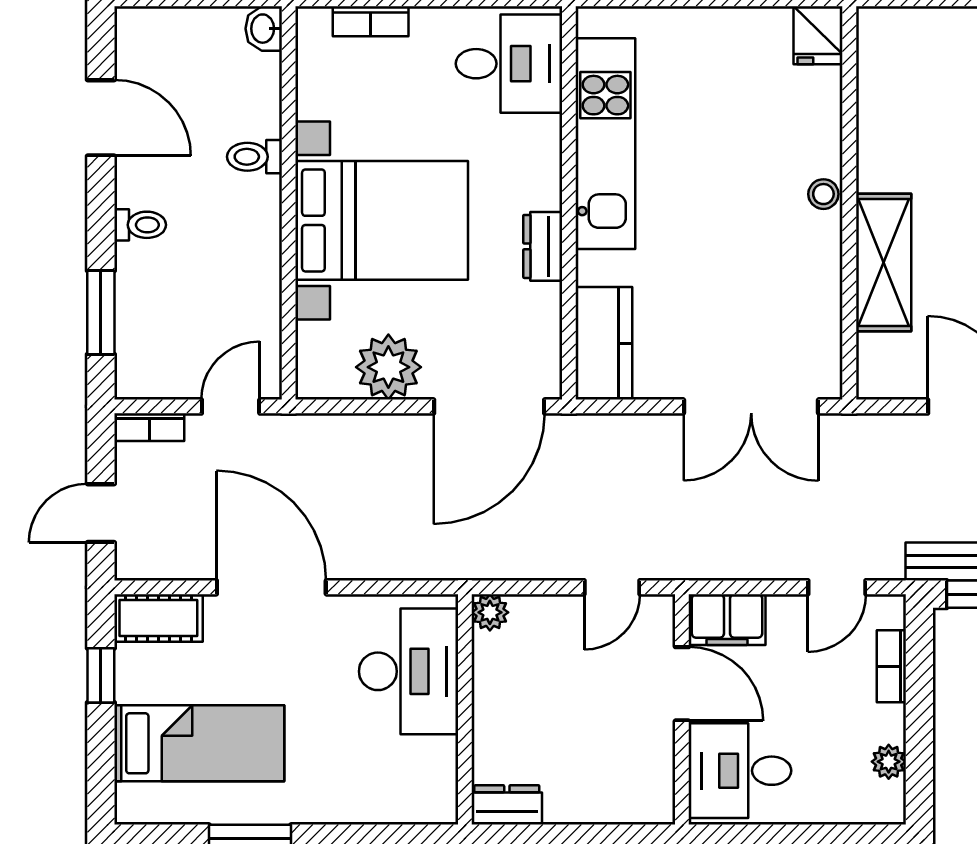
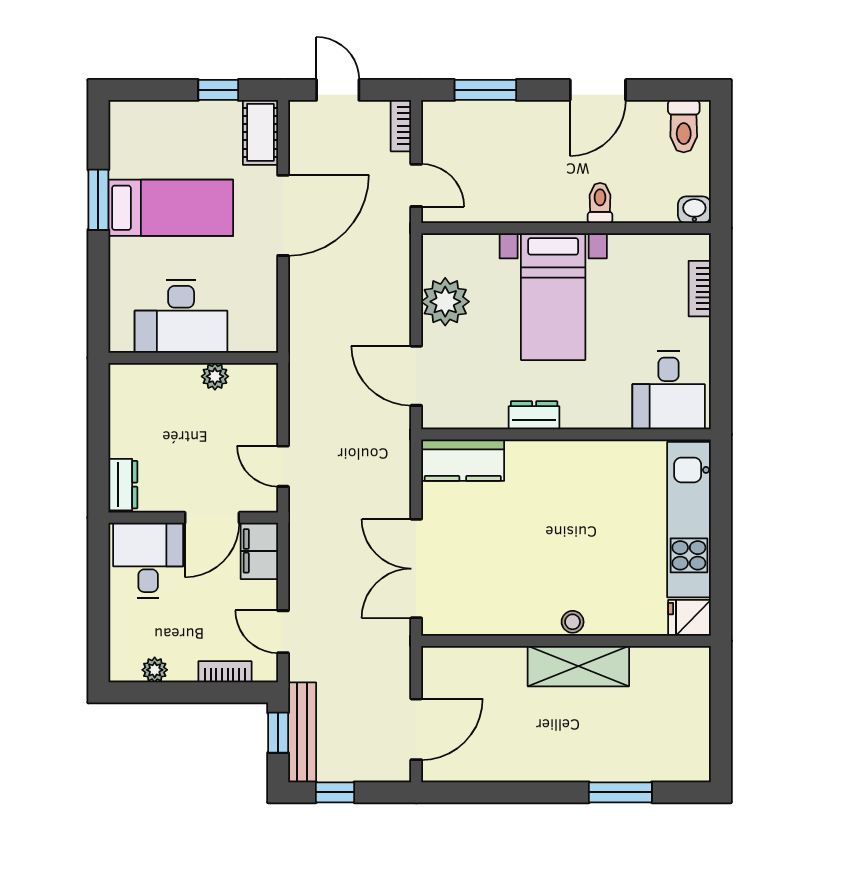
door: (101, 118) -> (598, 90), moved
kitchen unit: (605, 144) -> (689, 520), moved, turned 90
bed with nightstands: (382, 220) -> (553, 297), width x0.73
toilet: (140, 225) -> (684, 126), moved, width x1.37, depth x1.39
shelving: (884, 262) -> (578, 666), moved
door: (489, 406) -> (416, 376), width x0.73
plant: (490, 612) -> (215, 376), moved
desk: (409, 671) -> (181, 316), moved
bed: (199, 743) -> (171, 208), moved, turned -90
dresser: (507, 805) -> (123, 485), moved

